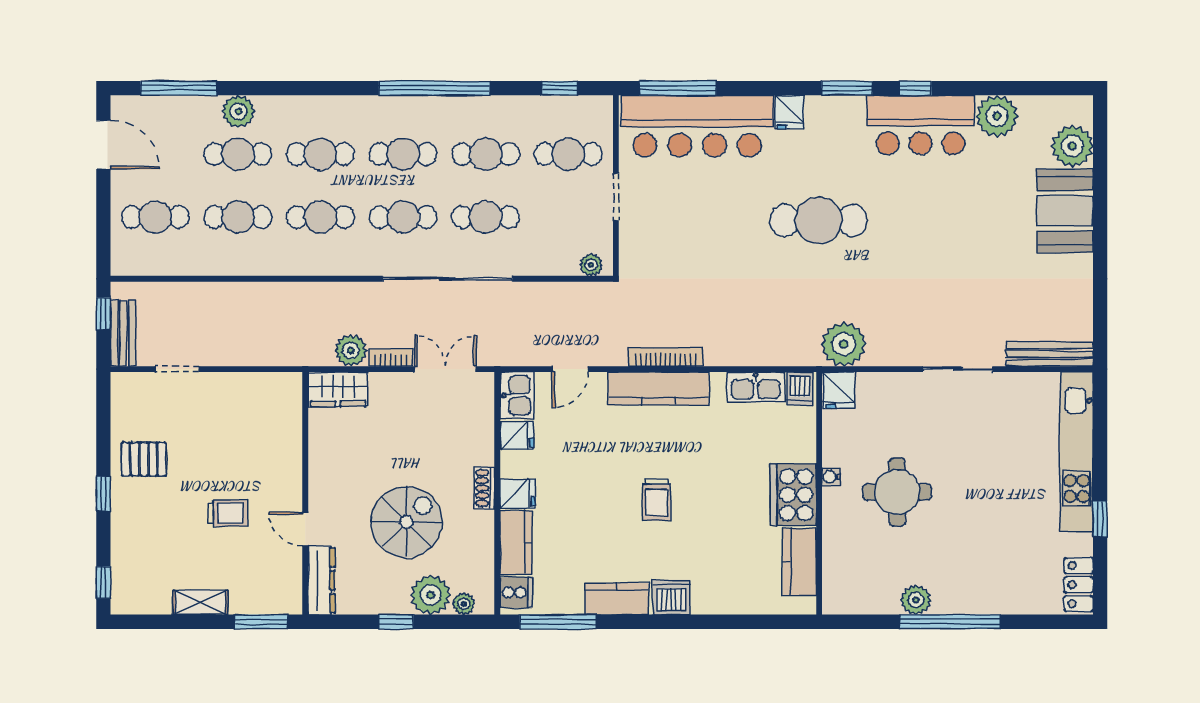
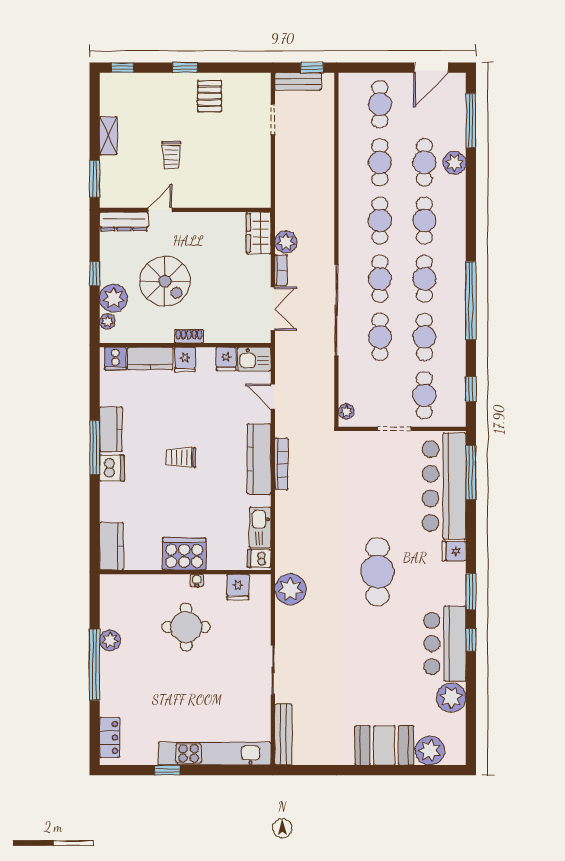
fridge: (839, 390) -> (238, 587), moved, turned -90
kitchen counter: (799, 562) -> (112, 546), moved, turned 90
locker: (1079, 585) -> (110, 738), moved, turned 90
window: (558, 622) -> (95, 448), moved

